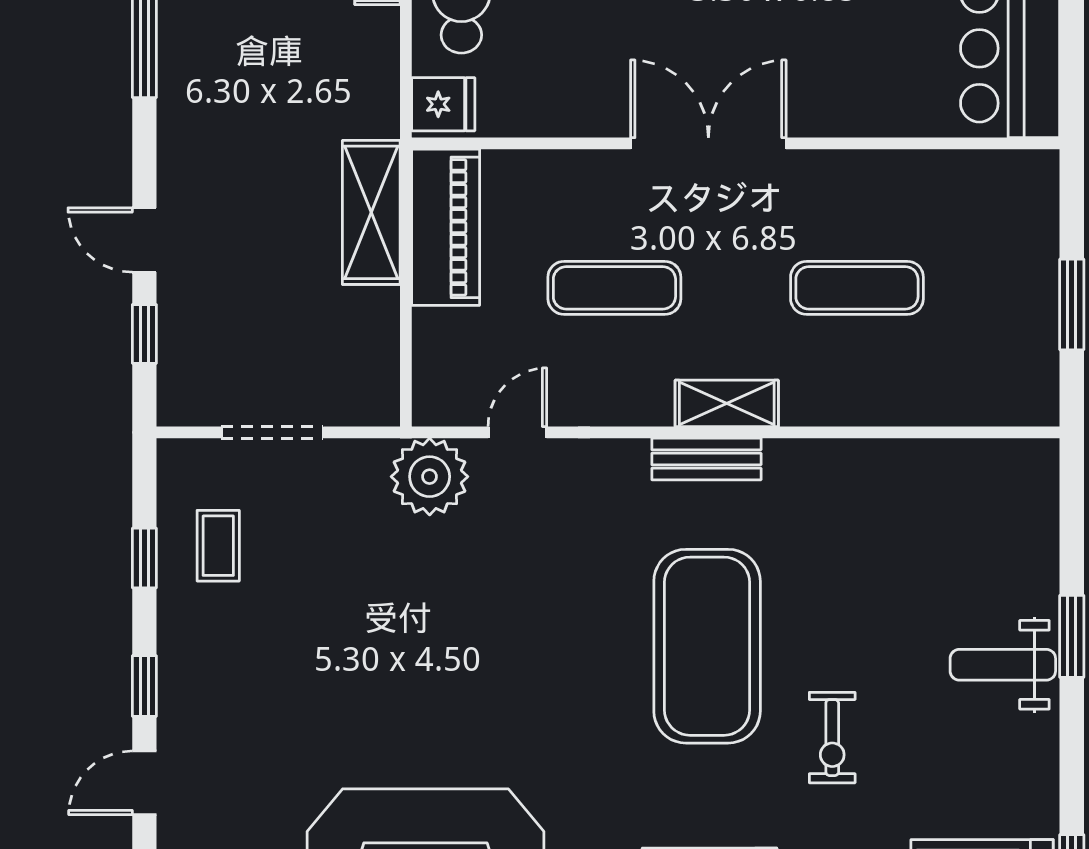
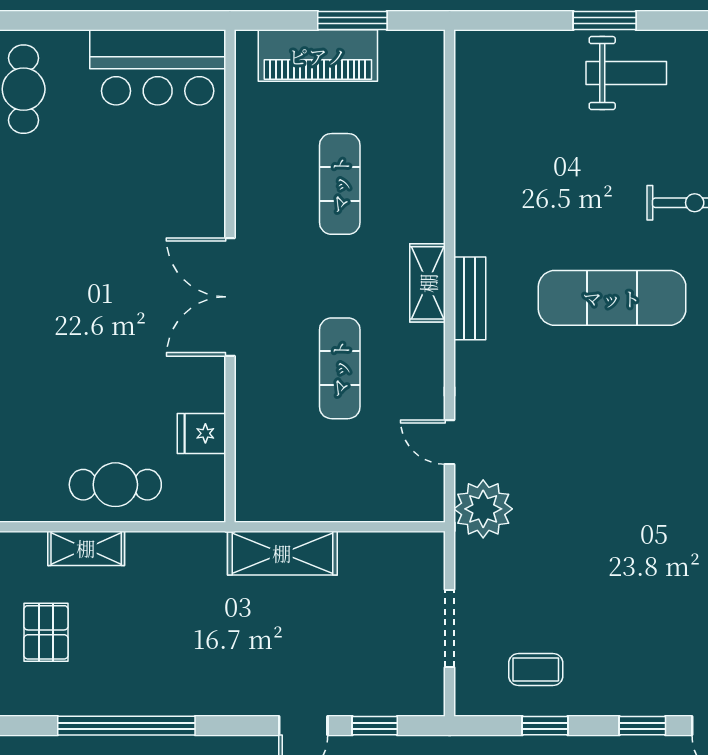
fridge: (443, 104) -> (202, 433), moved, turned -90
piano: (446, 227) -> (318, 56), moved, turned 180
exercise mat: (707, 646) -> (612, 298), width x0.68
weight bench: (1003, 665) -> (626, 73), turned -90

